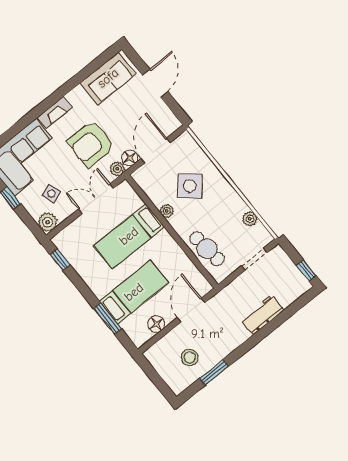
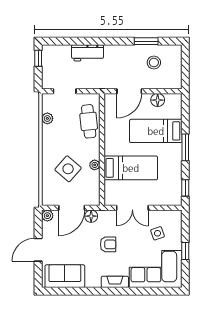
armchair: (91, 144) -> (108, 244), width x0.53, depth x0.53
plant: (117, 169) -> (47, 216), moved
plant: (48, 222) -> (174, 217), removed
window: (108, 319) -> (185, 147), moved

